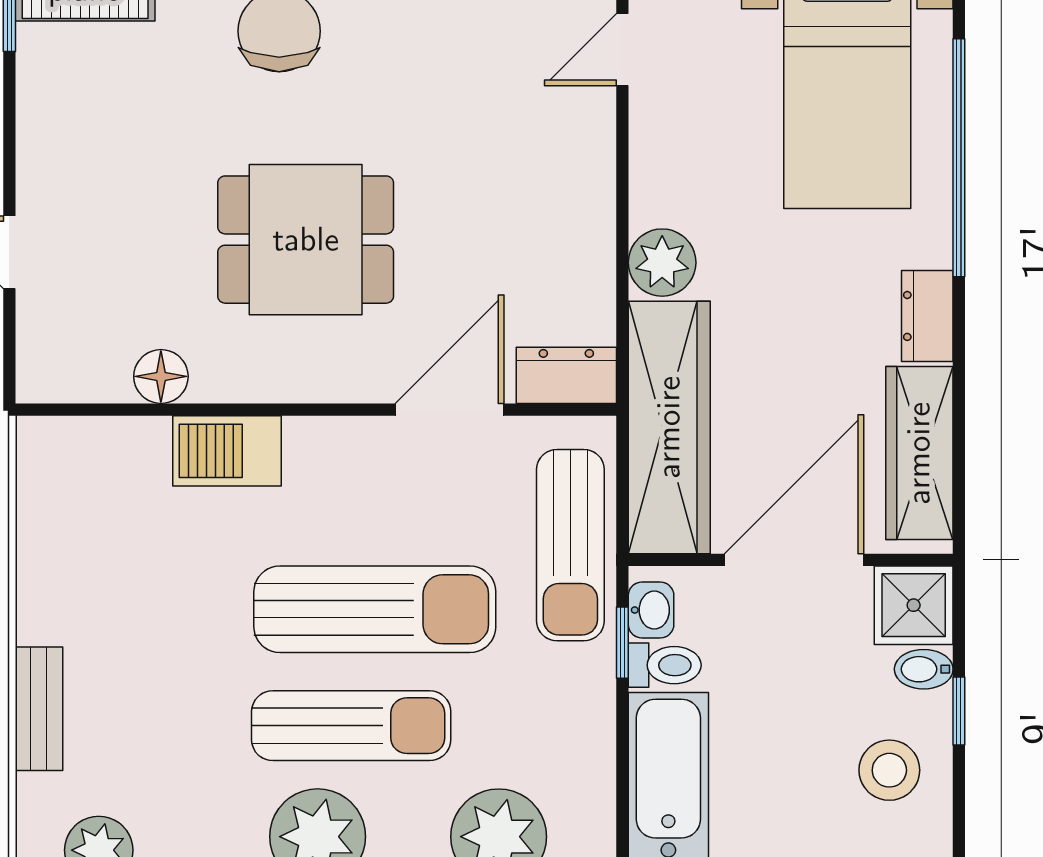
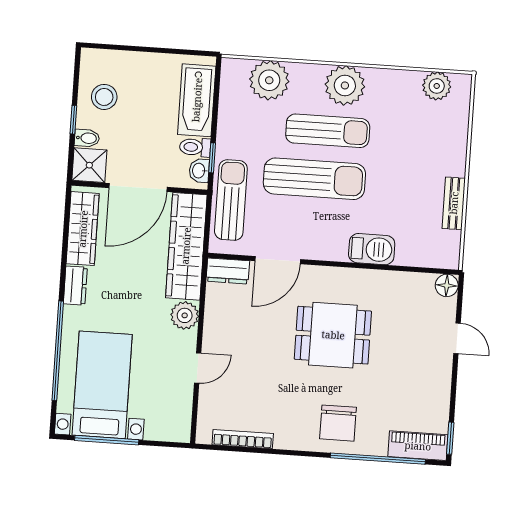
door: (622, 50) -> (198, 368), moved
floor lamp: (161, 376) -> (447, 285), moved
sun lounger: (375, 609) -> (314, 179), turned 180
bench: (39, 709) -> (454, 203), moved
sun lounger: (351, 726) -> (328, 131), turned 180

